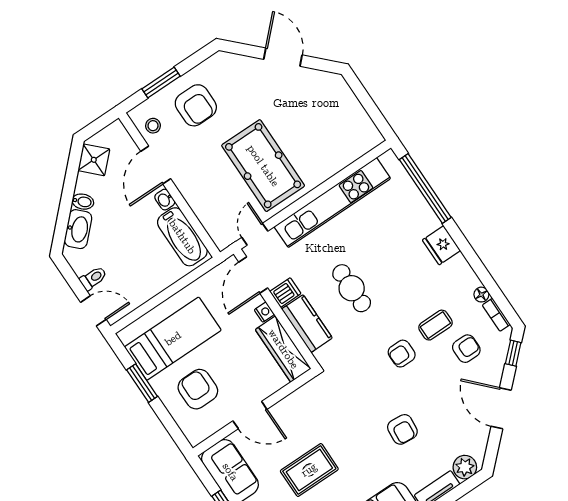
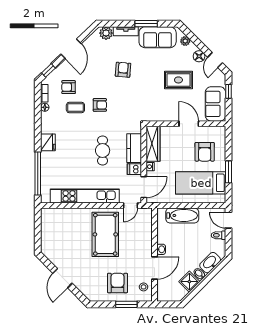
shower: (94, 160) -> (189, 282), moved
bathtub: (182, 237) -> (182, 215), moved, turned 90

